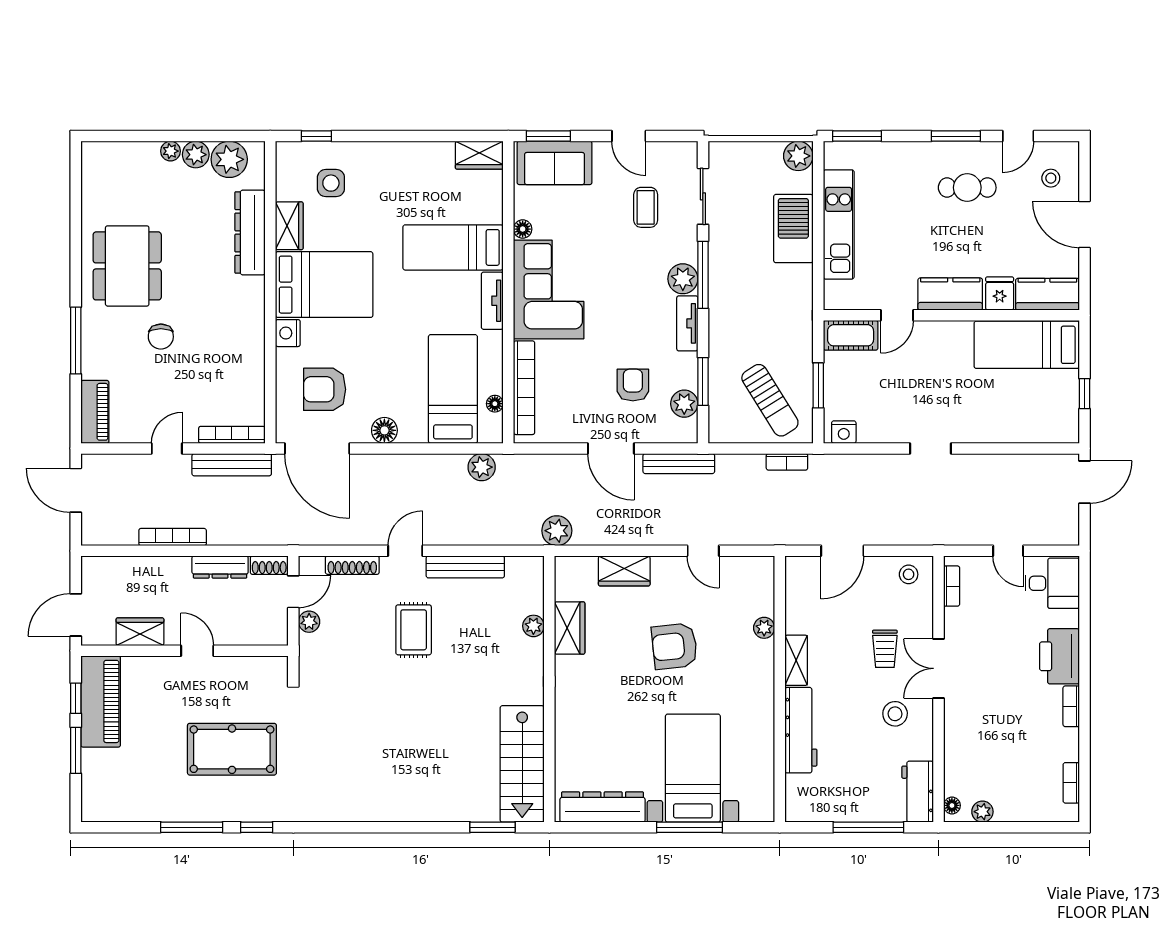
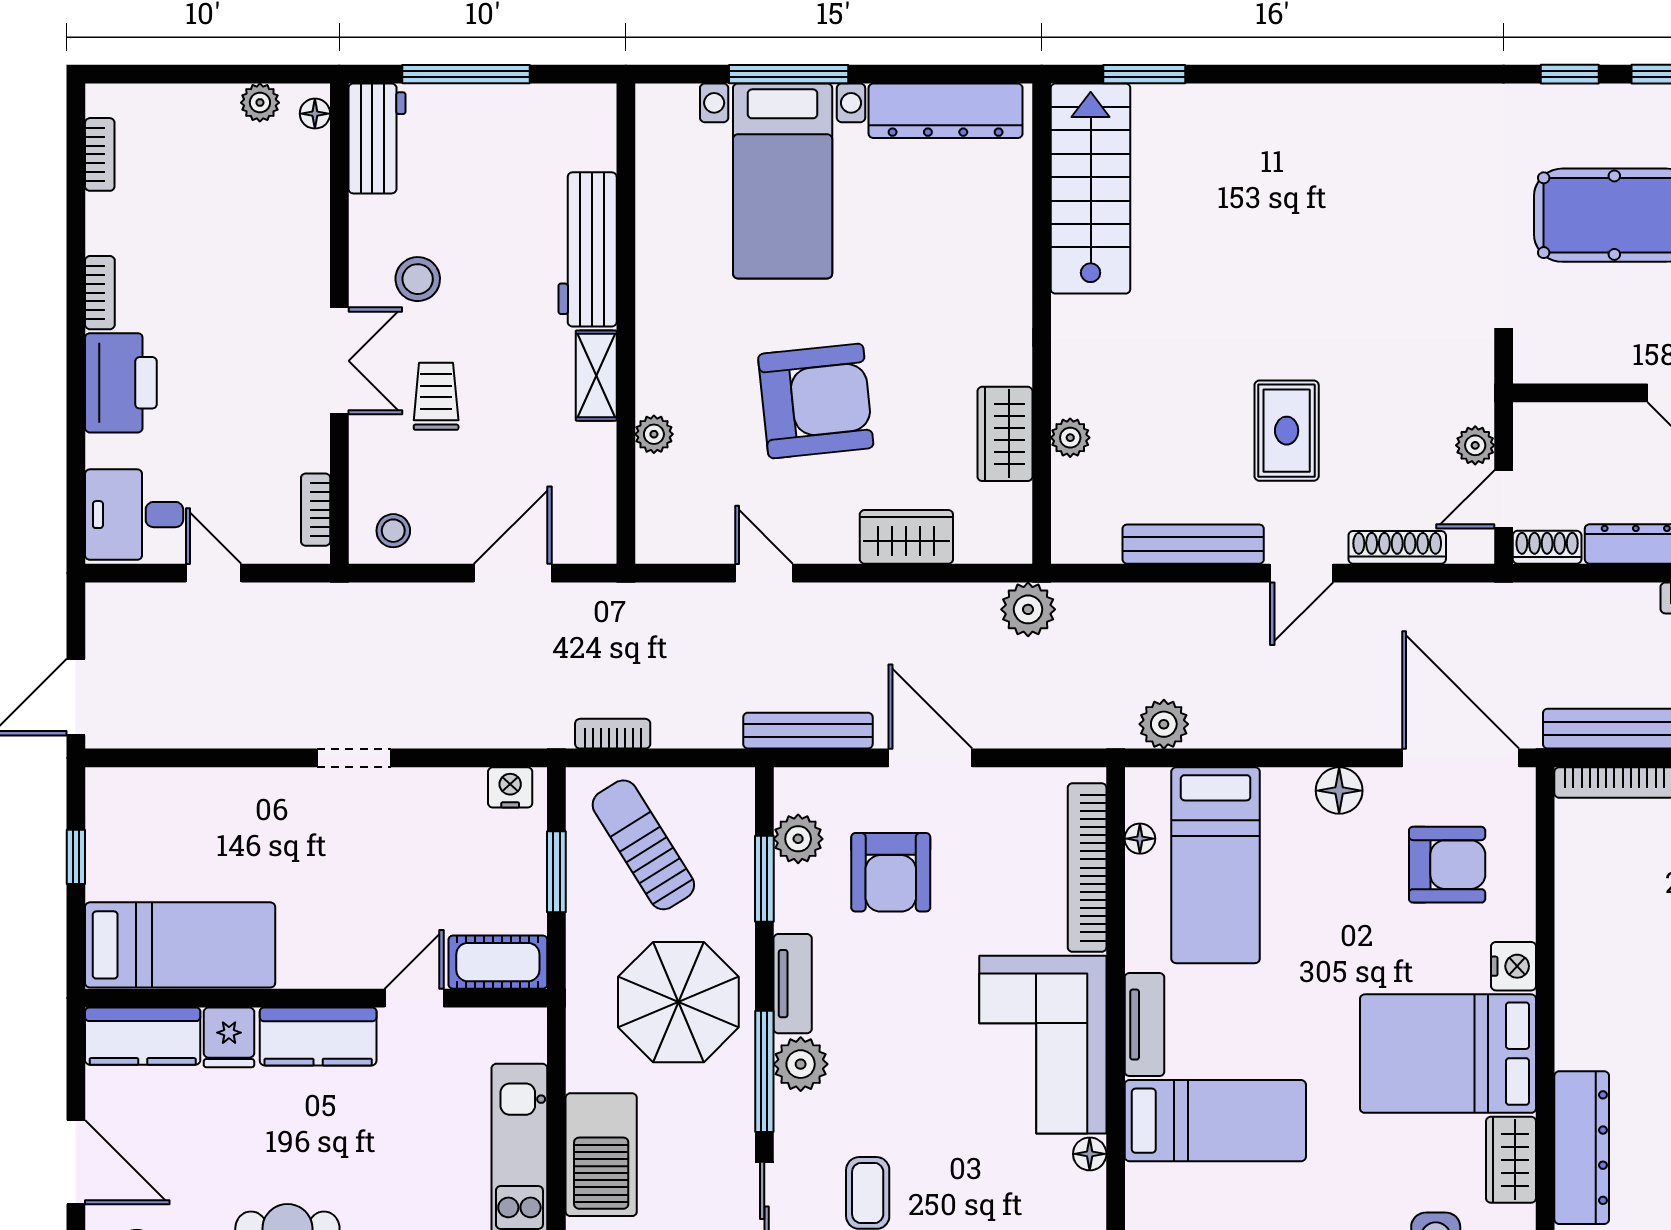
parasol: (751, 313) -> (678, 1002), added
armchair: (633, 385) -> (891, 872), width x1.38, depth x1.38
armchair: (674, 646) -> (816, 401), width x1.36, depth x1.36

